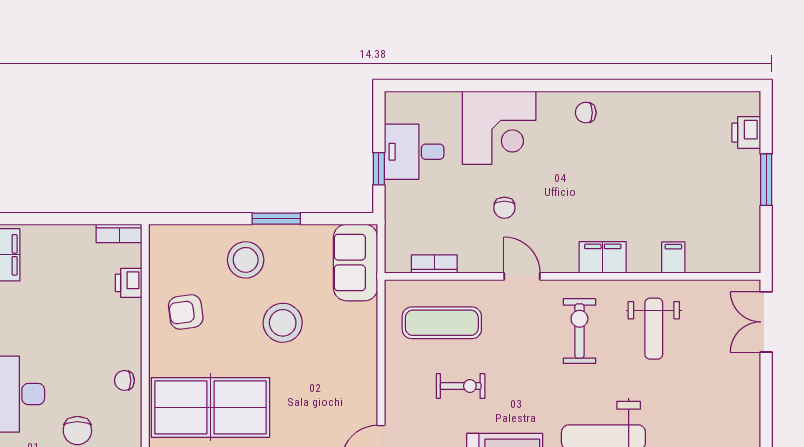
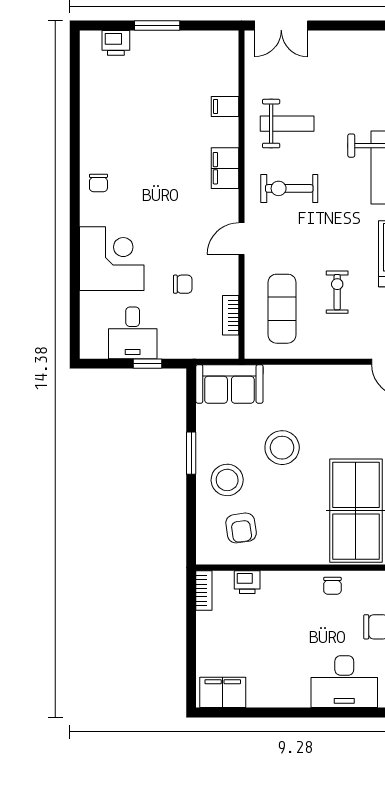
chair: (504, 208) -> (183, 284), moved
armchair: (186, 312) -> (241, 528), moved

